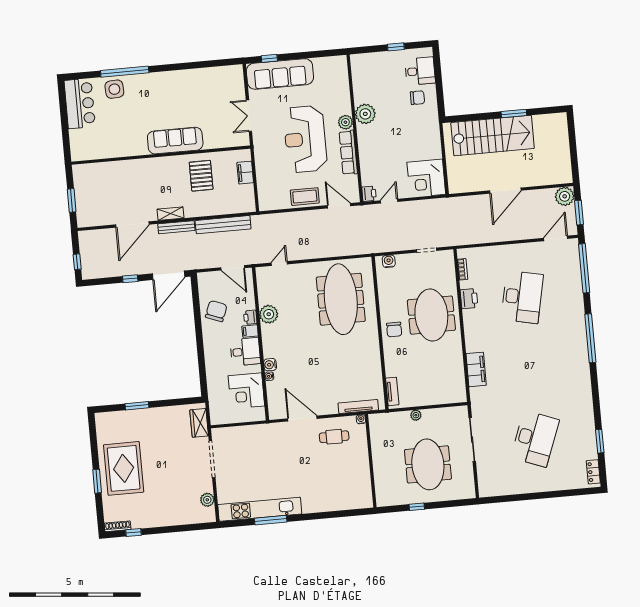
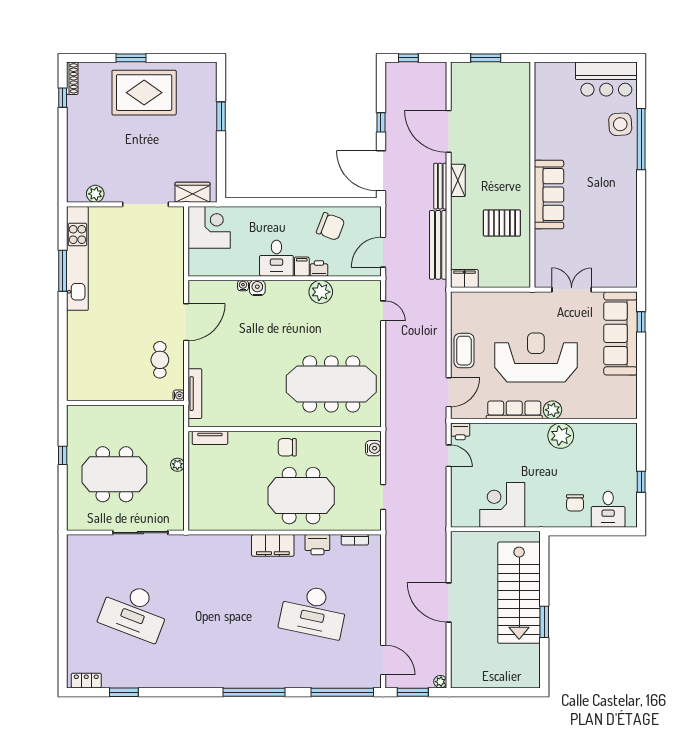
filing cabinet: (245, 173) -> (464, 279), moved
corner desk: (426, 178) -> (502, 505), moved
plant: (565, 196) -> (440, 682), width x0.53, depth x0.53
filing cabinet: (476, 369) -> (273, 545), moved
corner desk: (246, 391) -> (209, 227), moved, turned 90

